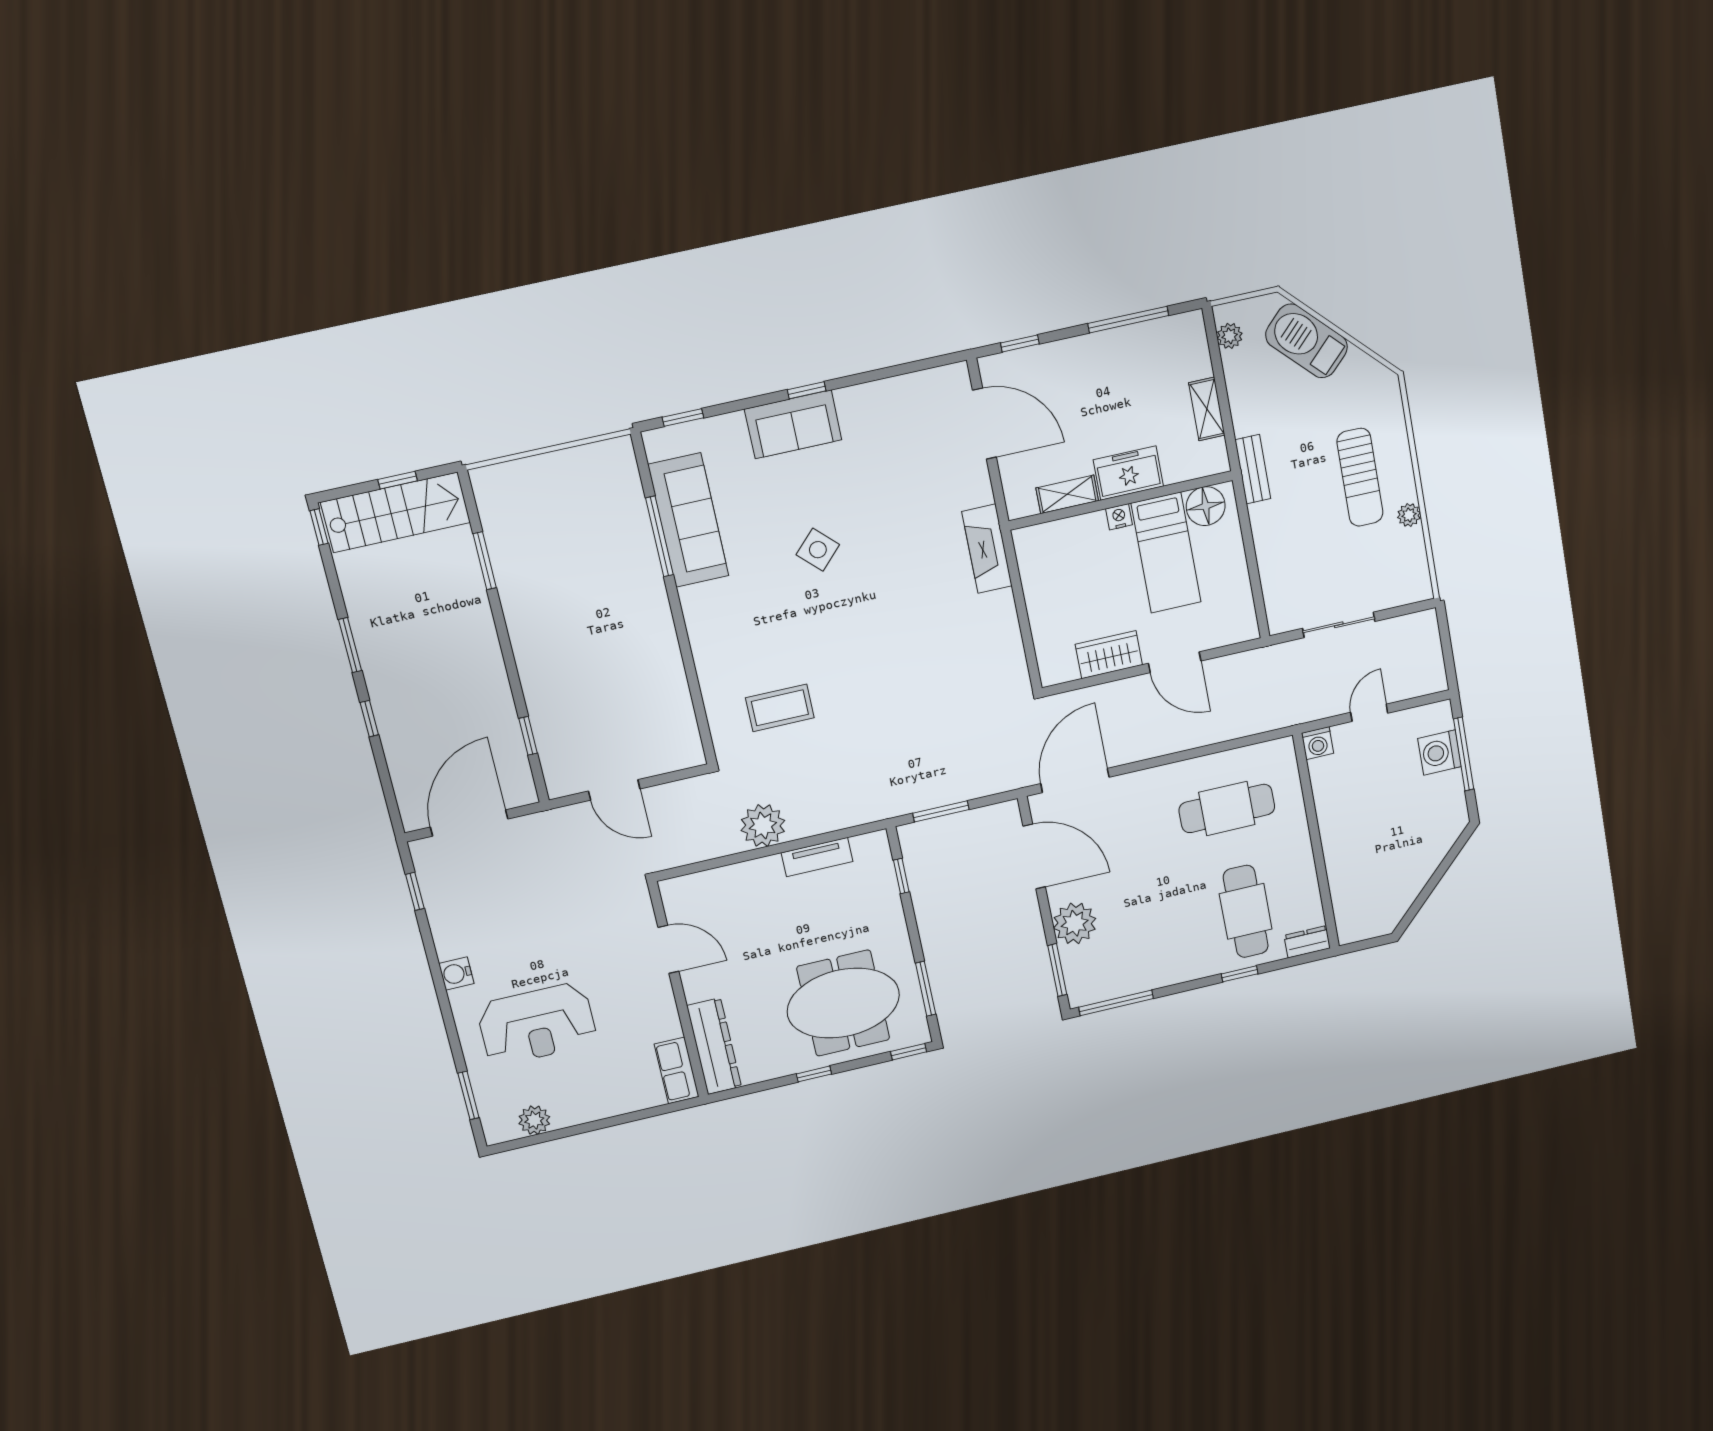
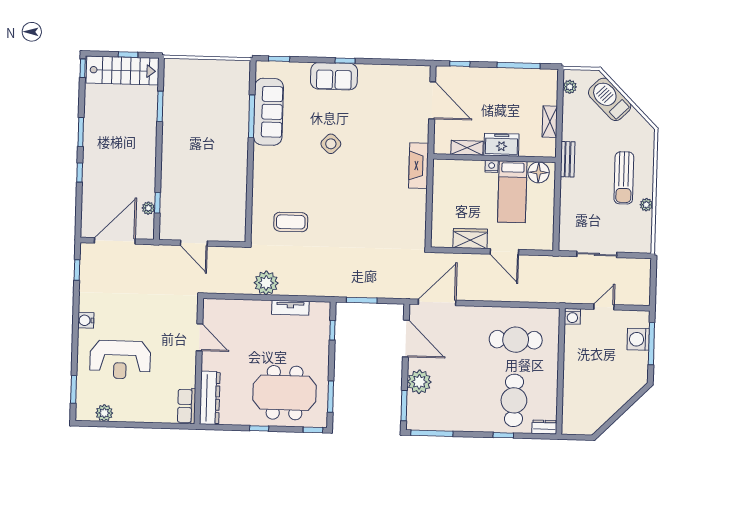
plant: (514, 750) -> (148, 208), added

